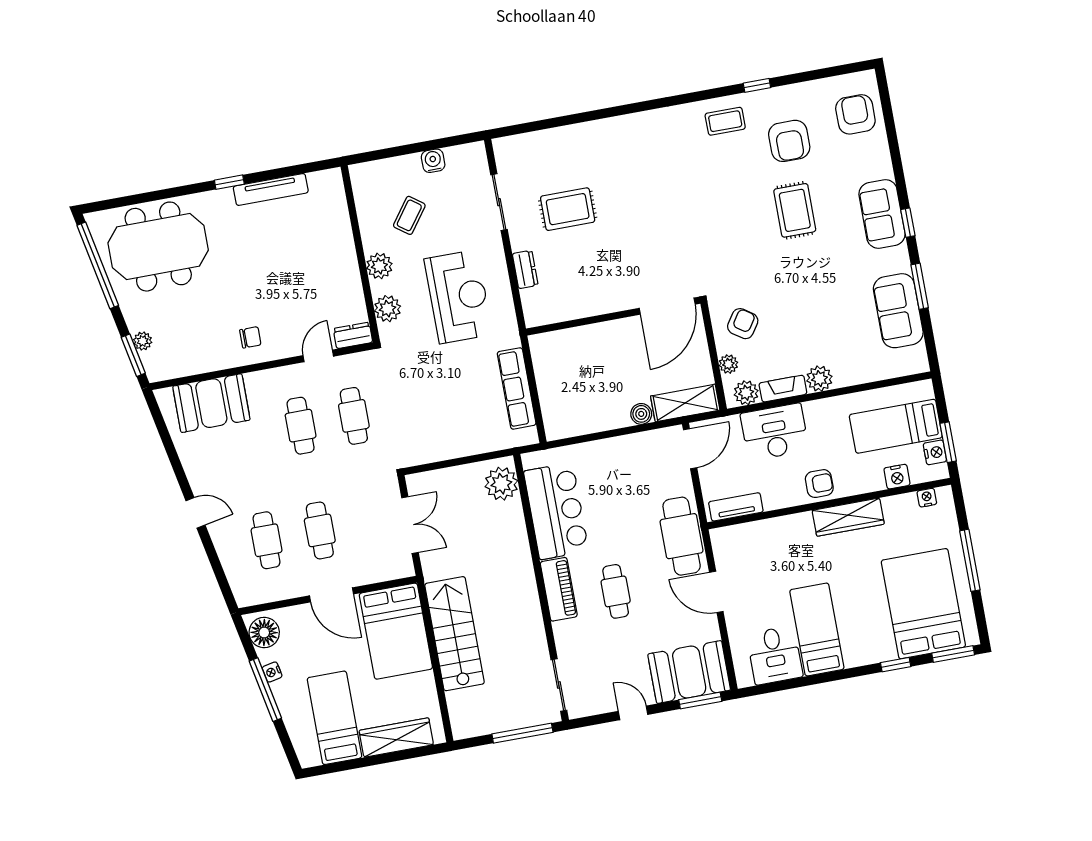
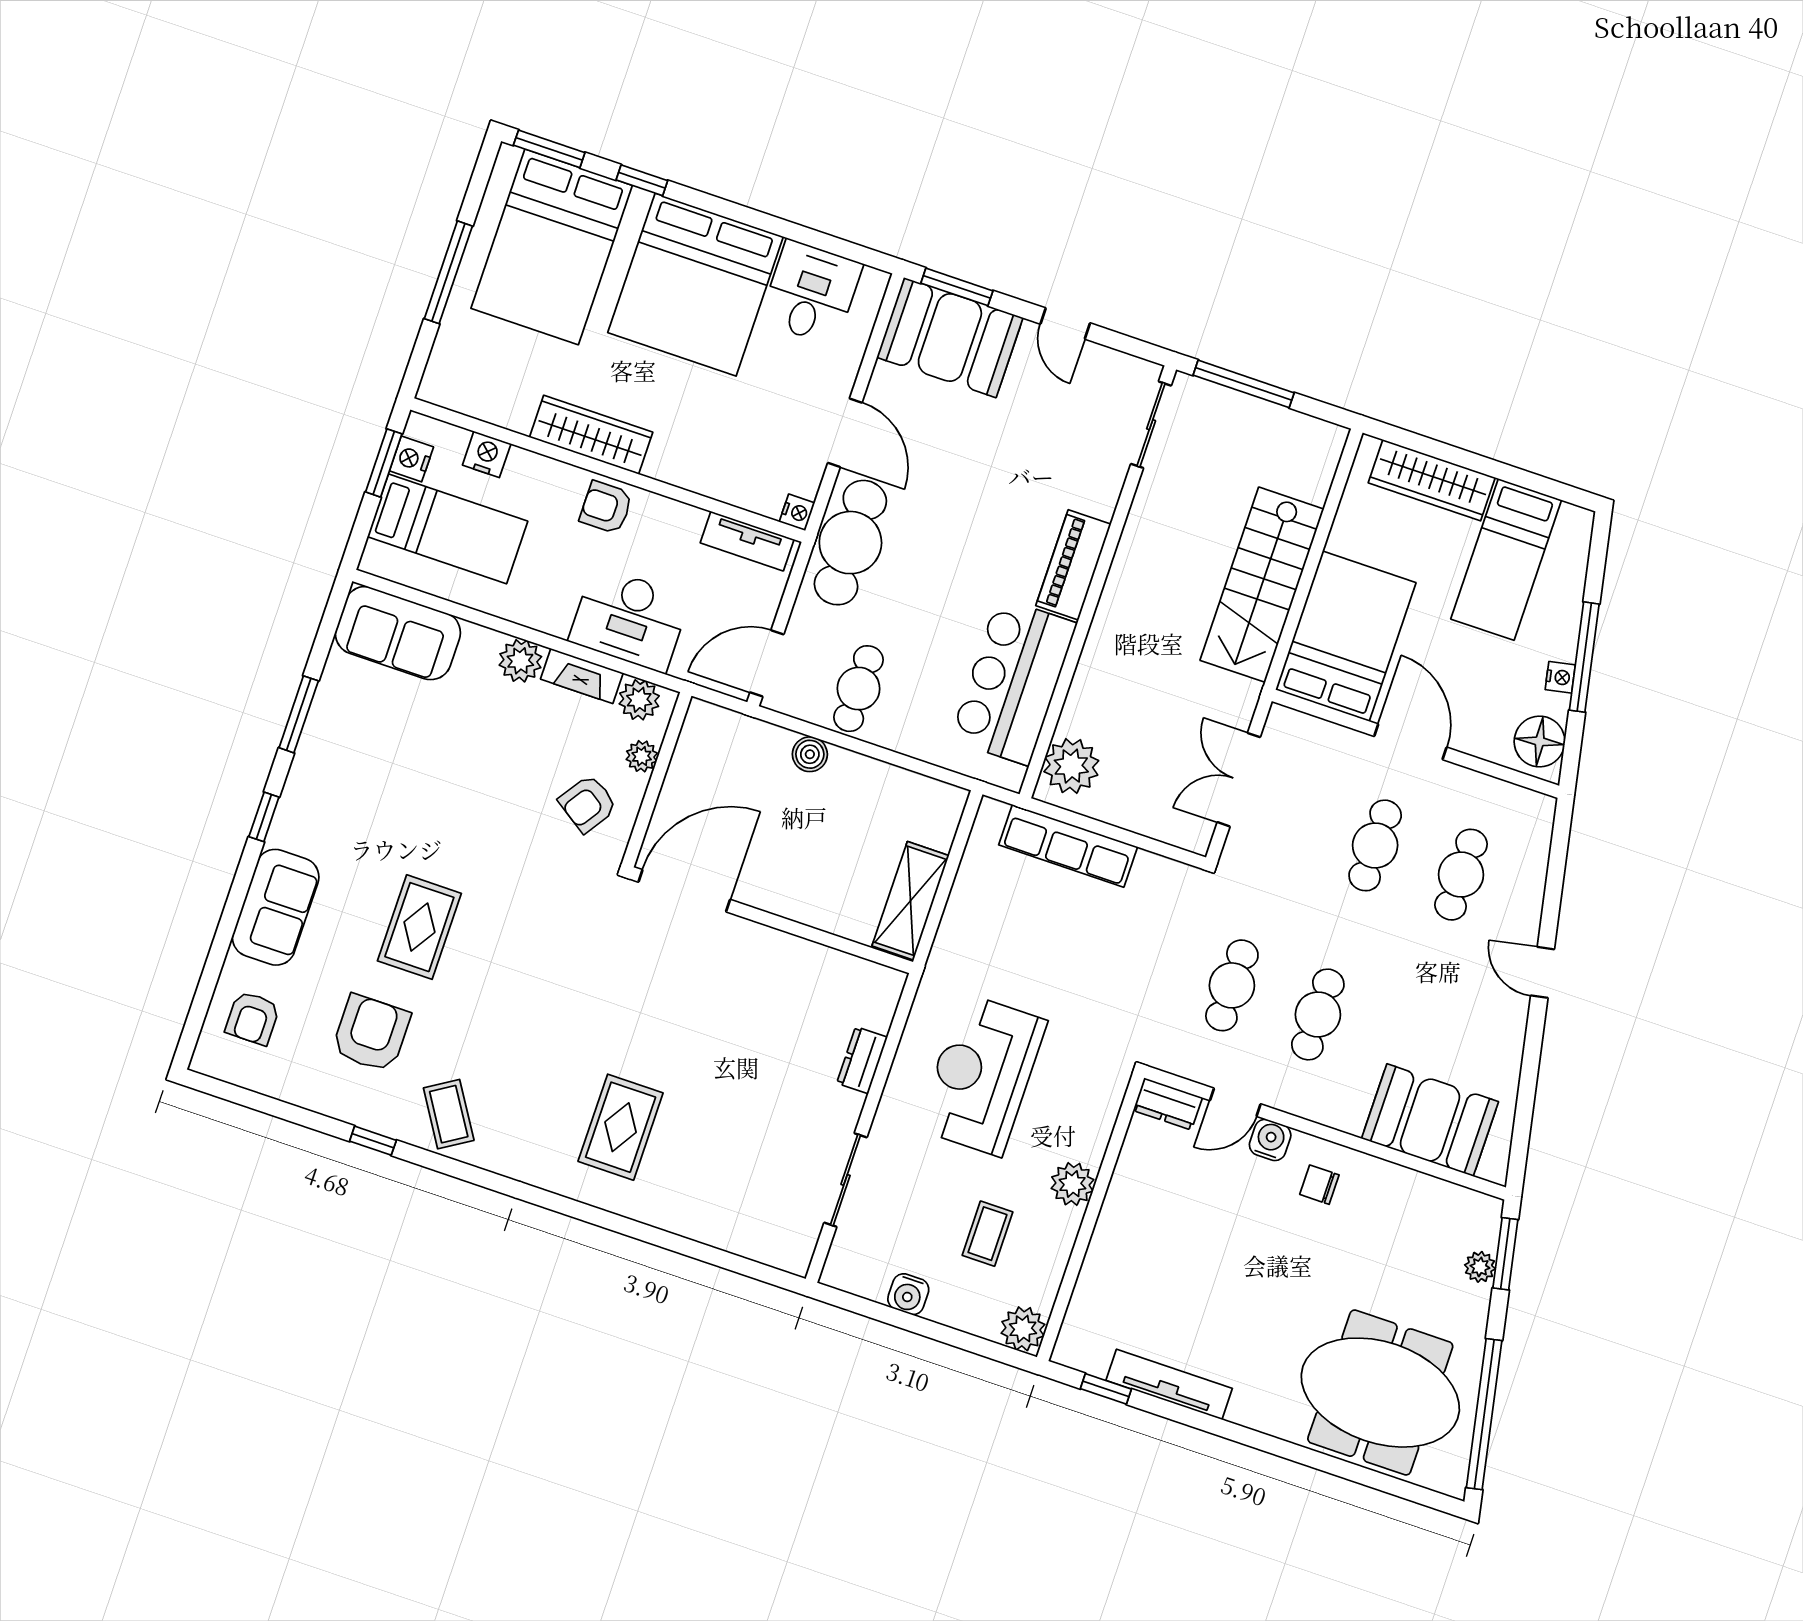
armchair: (855, 114) -> (253, 1018), width x0.72, depth x0.72
coffee table: (725, 121) -> (449, 1114), turned 58
window: (229, 182) -> (1106, 1389), moved
rug: (568, 209) -> (621, 1127), moved, turned 90
sofa: (882, 214) -> (276, 907), moved
coffee table: (409, 215) -> (988, 1234), turned -36
plant: (388, 309) -> (1023, 1329), moved
sofa: (898, 311) -> (398, 633), moved, turned 90
water cooler: (289, 346) -> (1270, 1140), added
row of seats: (517, 388) -> (1068, 846), moved, turned 90
shelving: (685, 403) -> (910, 901), moved, turned 90
nightstand: (927, 498) -> (797, 512), moved, turned -90
cafe table: (616, 591) -> (859, 689), moved
bed: (817, 630) -> (696, 285), width x2.04

